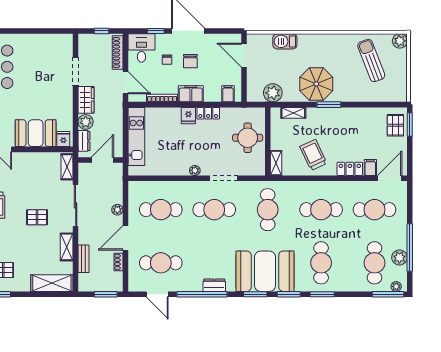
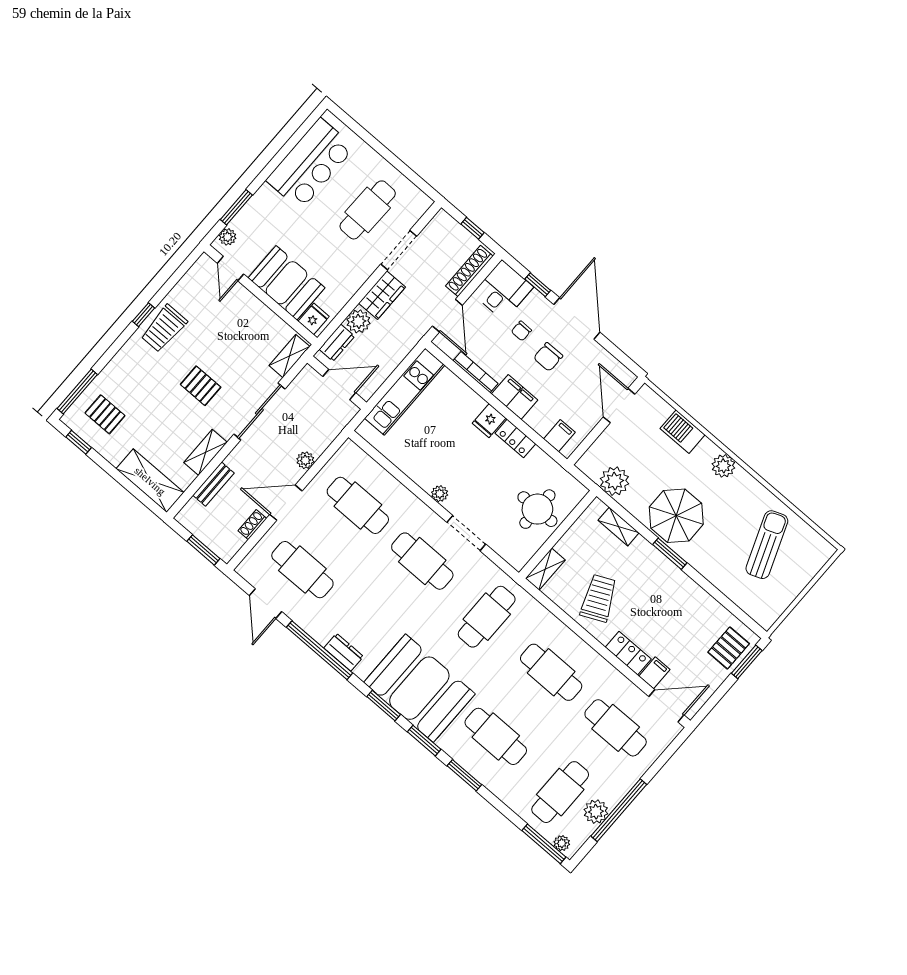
plant: (400, 41) -> (723, 466), moved
cafe table: (44, 65) -> (368, 210), added
cafe table: (321, 263) -> (496, 736), turned 90

